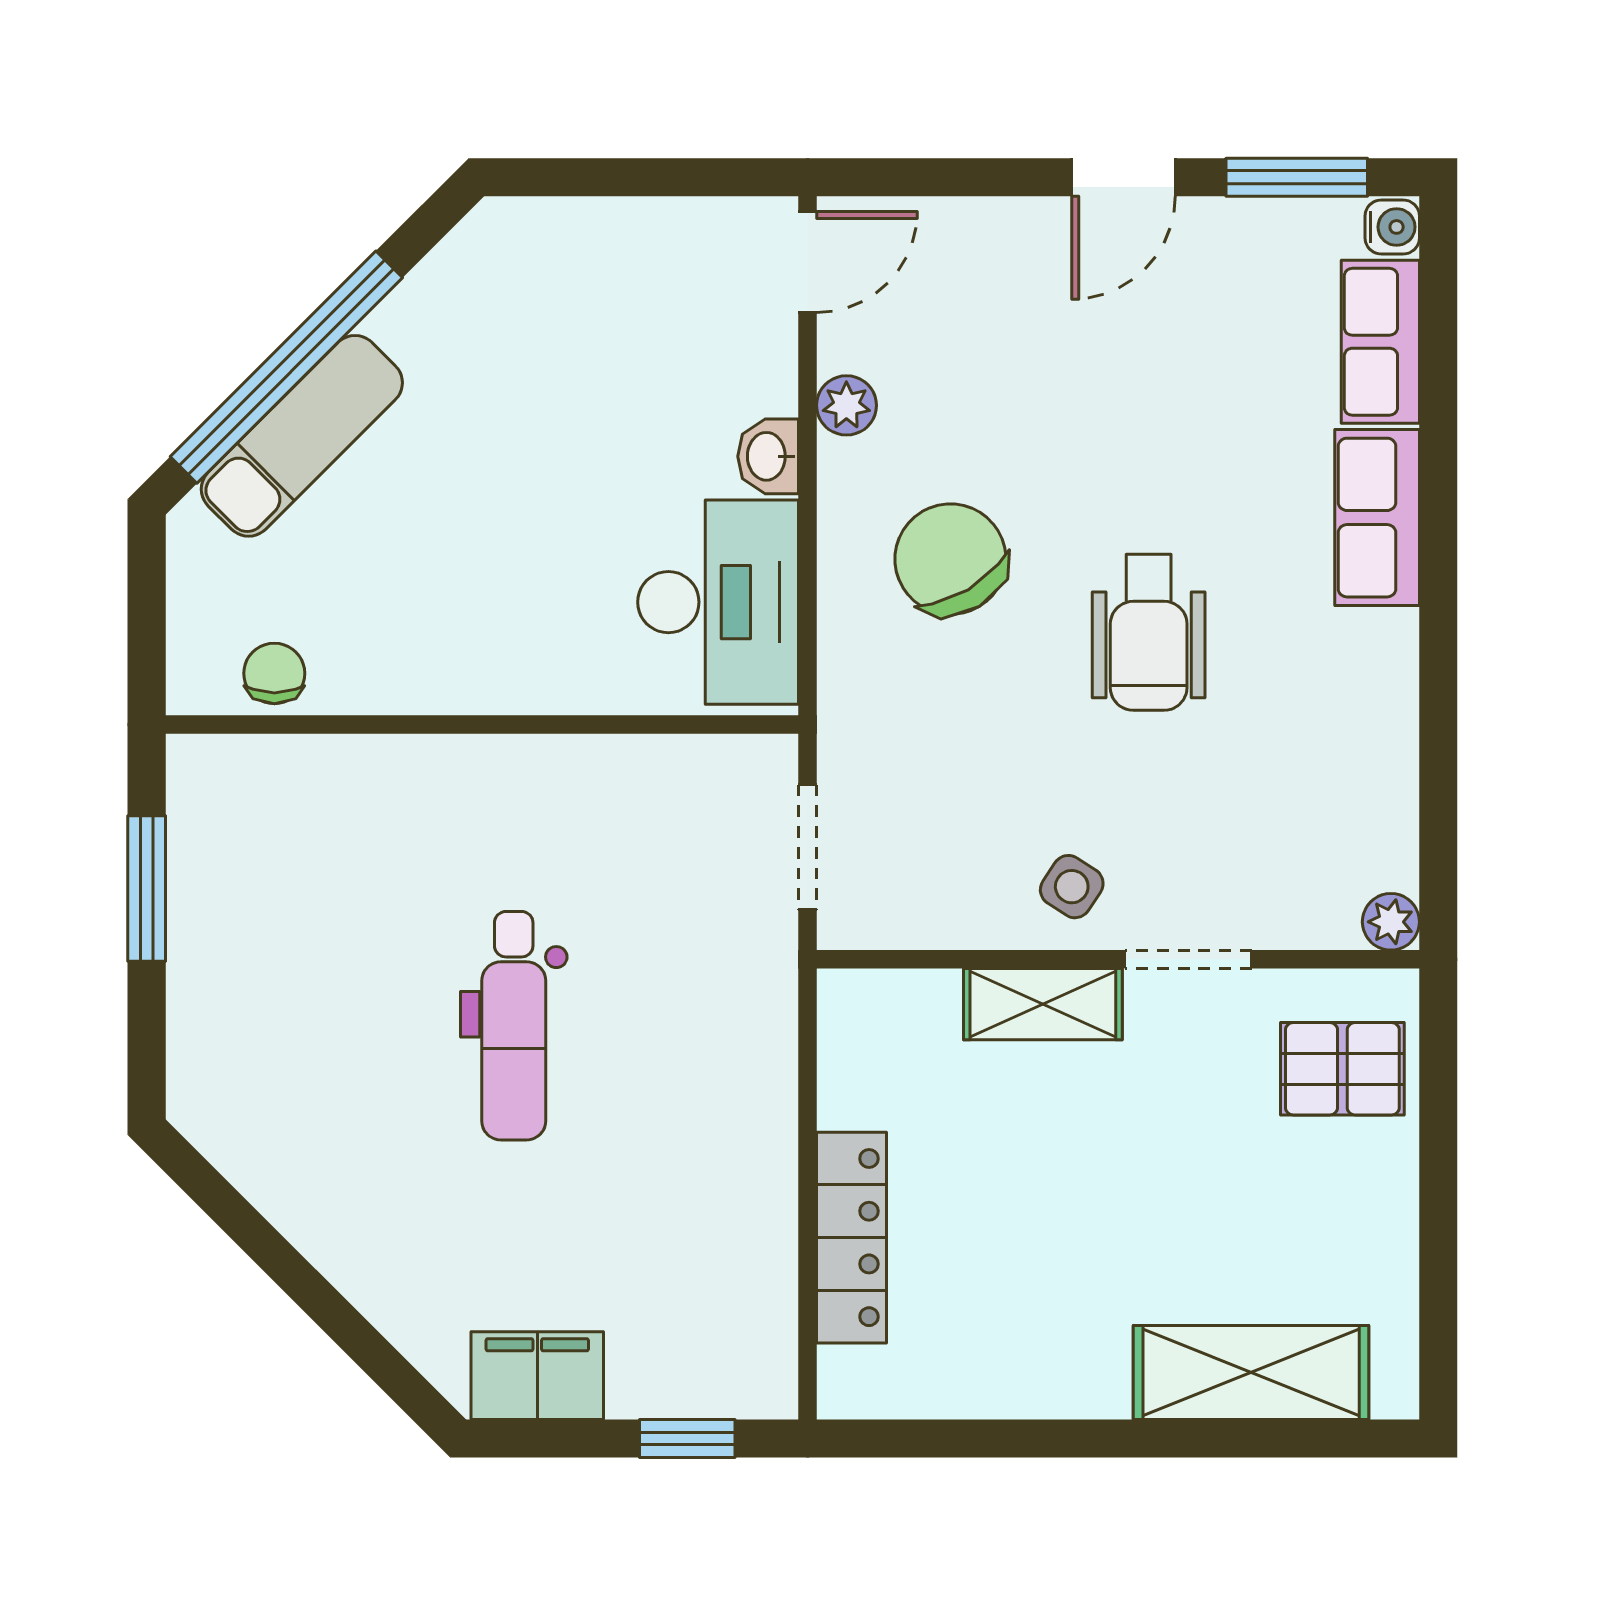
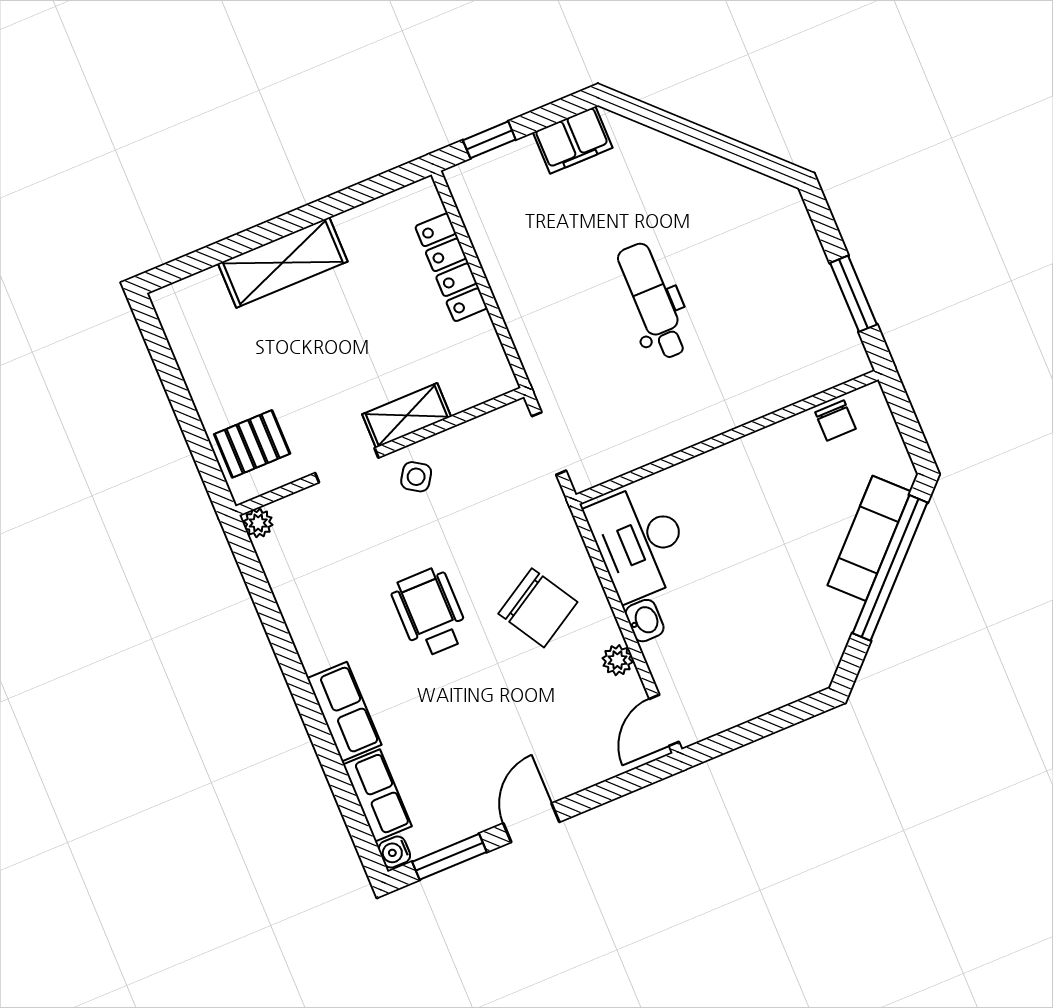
shelving: (1251, 1373) -> (283, 262), moved

